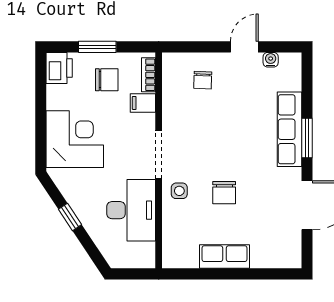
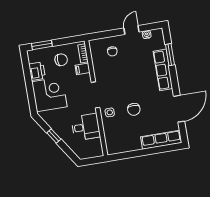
window: (97, 47) -> (42, 45), moved
printer: (59, 68) -> (37, 71), moved
window: (307, 138) -> (170, 55), moved
desk: (131, 210) -> (86, 127), width x0.73
row of seats: (224, 256) -> (161, 140), moved, width x1.48

